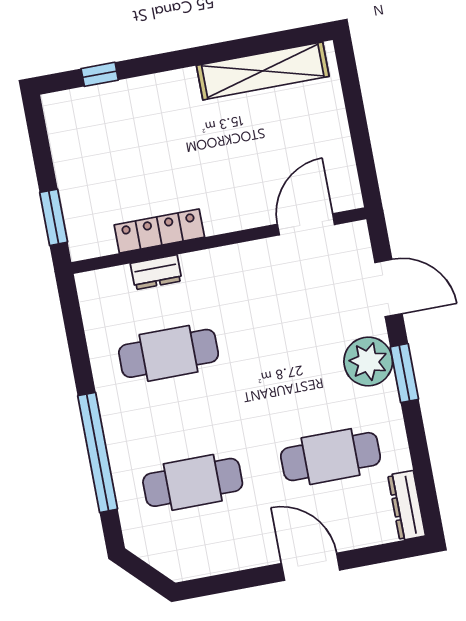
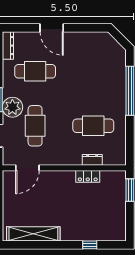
window: (100, 74) -> (90, 245), moved
locker: (159, 231) -> (88, 176), width x0.66
cafe table: (193, 482) -> (35, 126), moved, turned 90

